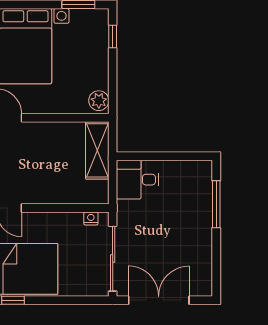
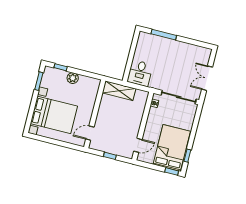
plant: (99, 101) -> (73, 78), moved
double door: (159, 300) -> (207, 78), width x0.73

